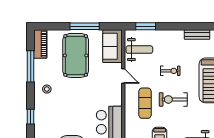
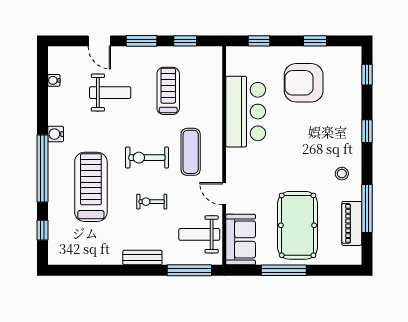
window: (146, 26) -> (189, 270), width x1.44
bench: (197, 35) -> (142, 258), moved
piano: (40, 44) -> (352, 223), moved
exercise bike: (173, 99) -> (147, 158), turned 180

